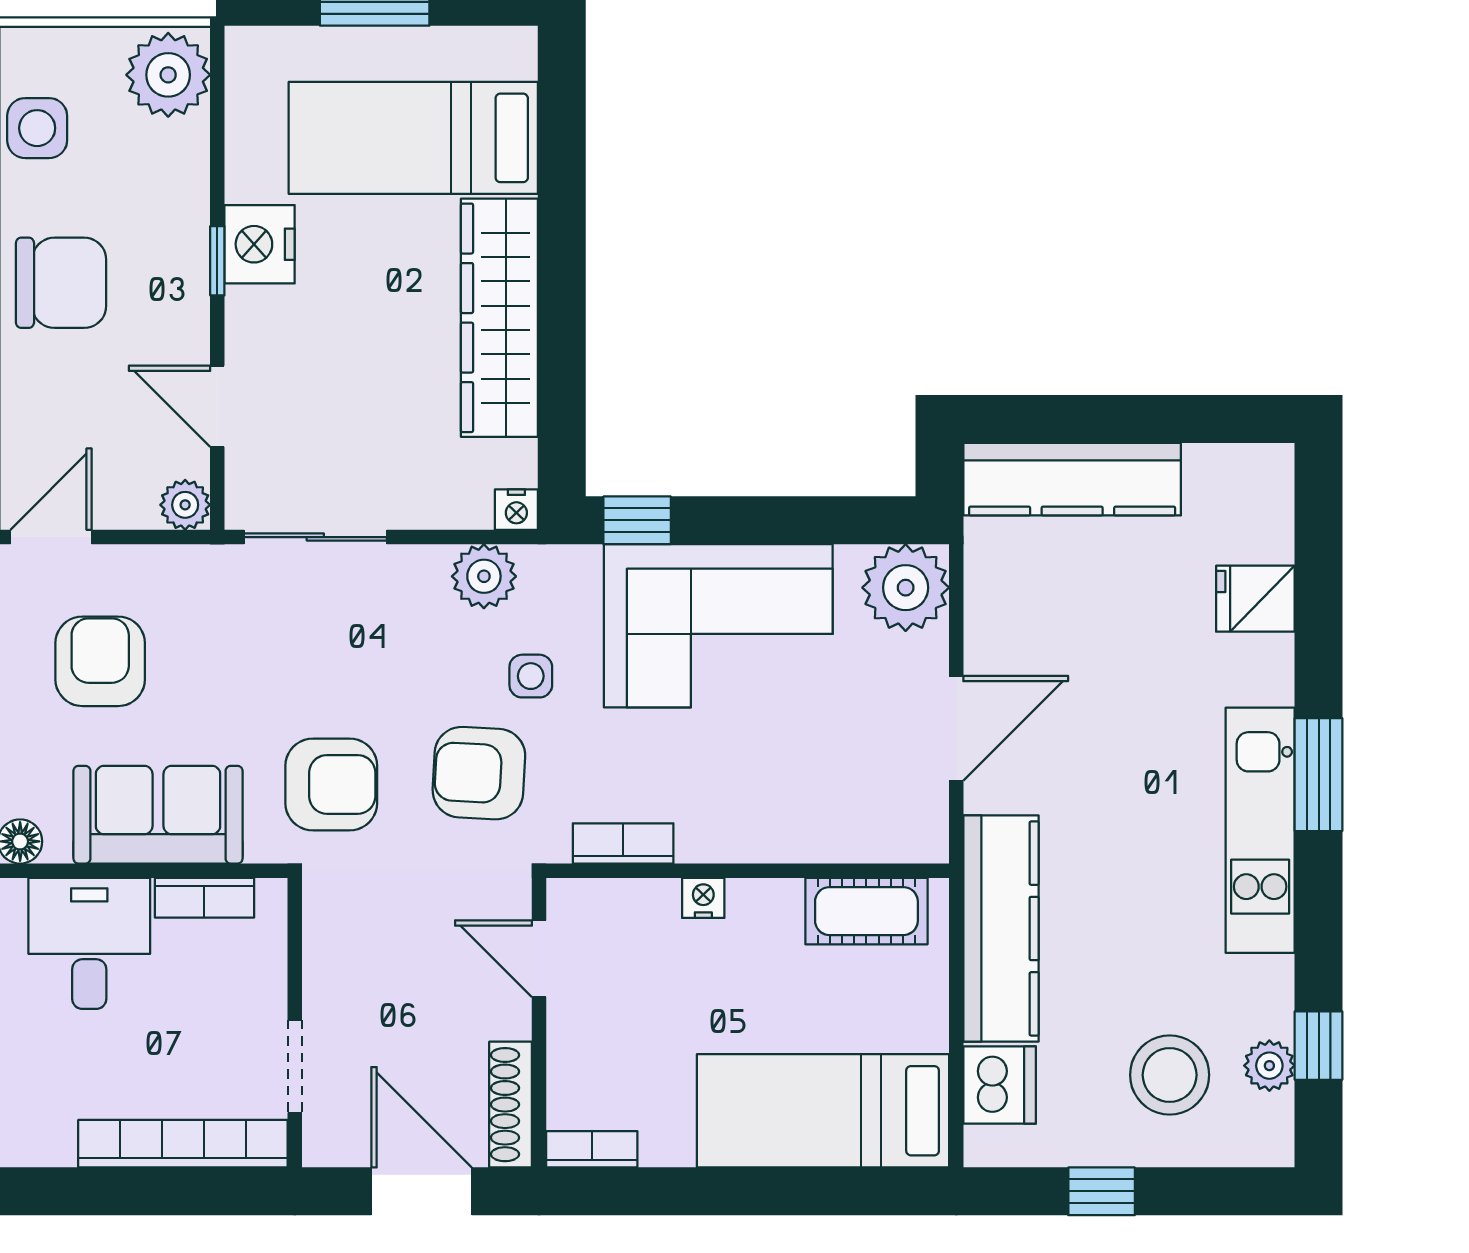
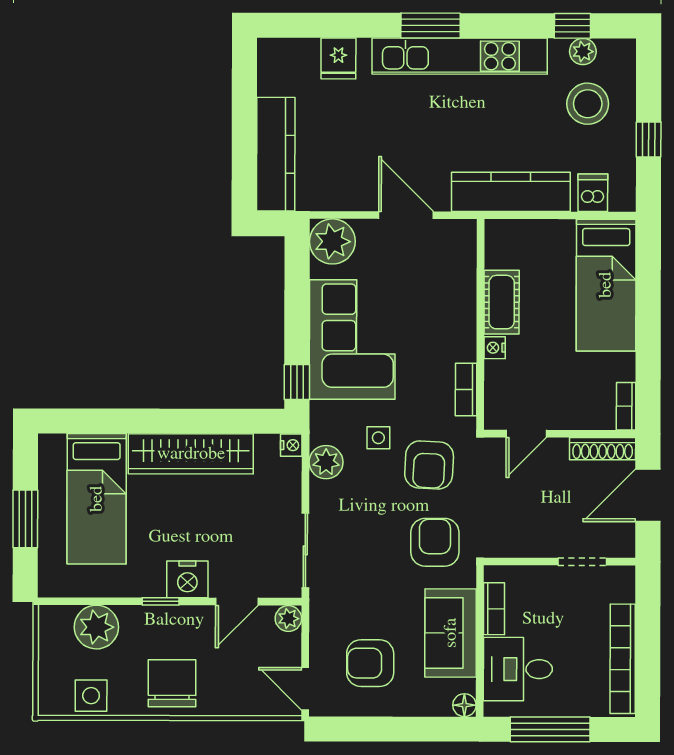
plant: (168, 75) -> (96, 627), moved
nightstand: (260, 244) -> (187, 579), moved
kitchen unit: (1260, 830) -> (460, 56), width x1.36
cot: (866, 911) -> (502, 302), moved
dishwasher: (1000, 1085) -> (593, 193), width x0.73
bookcase: (183, 1144) -> (623, 659), moved

